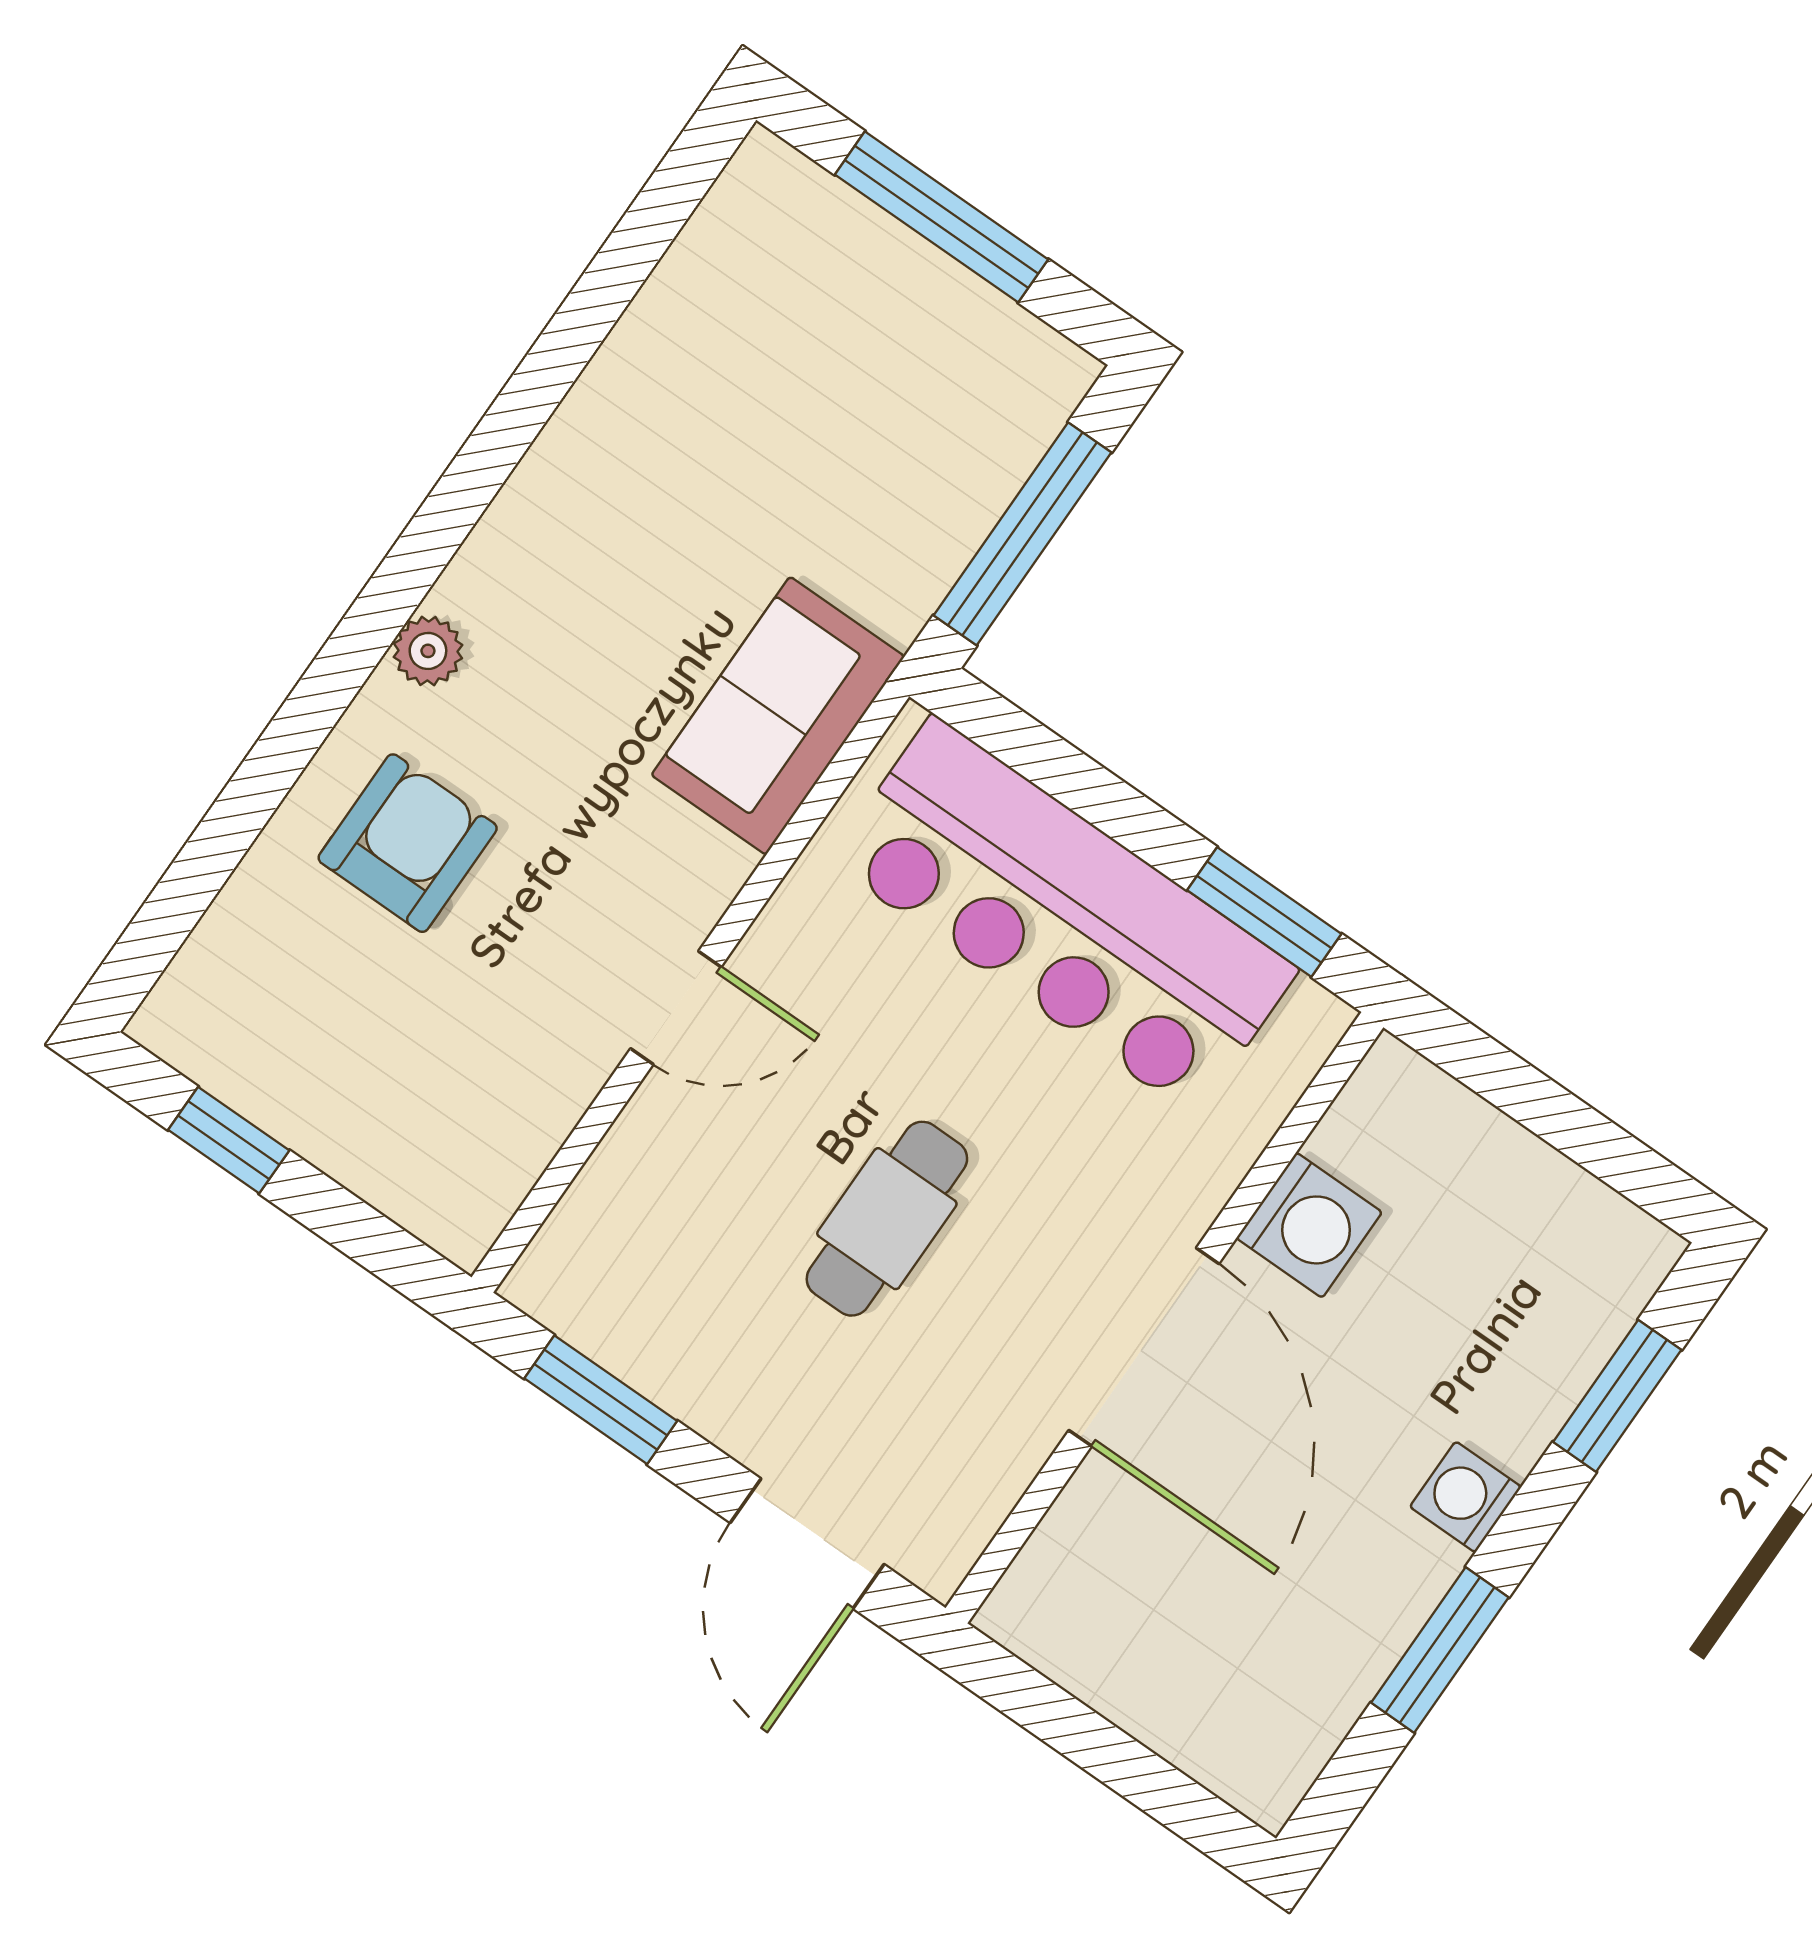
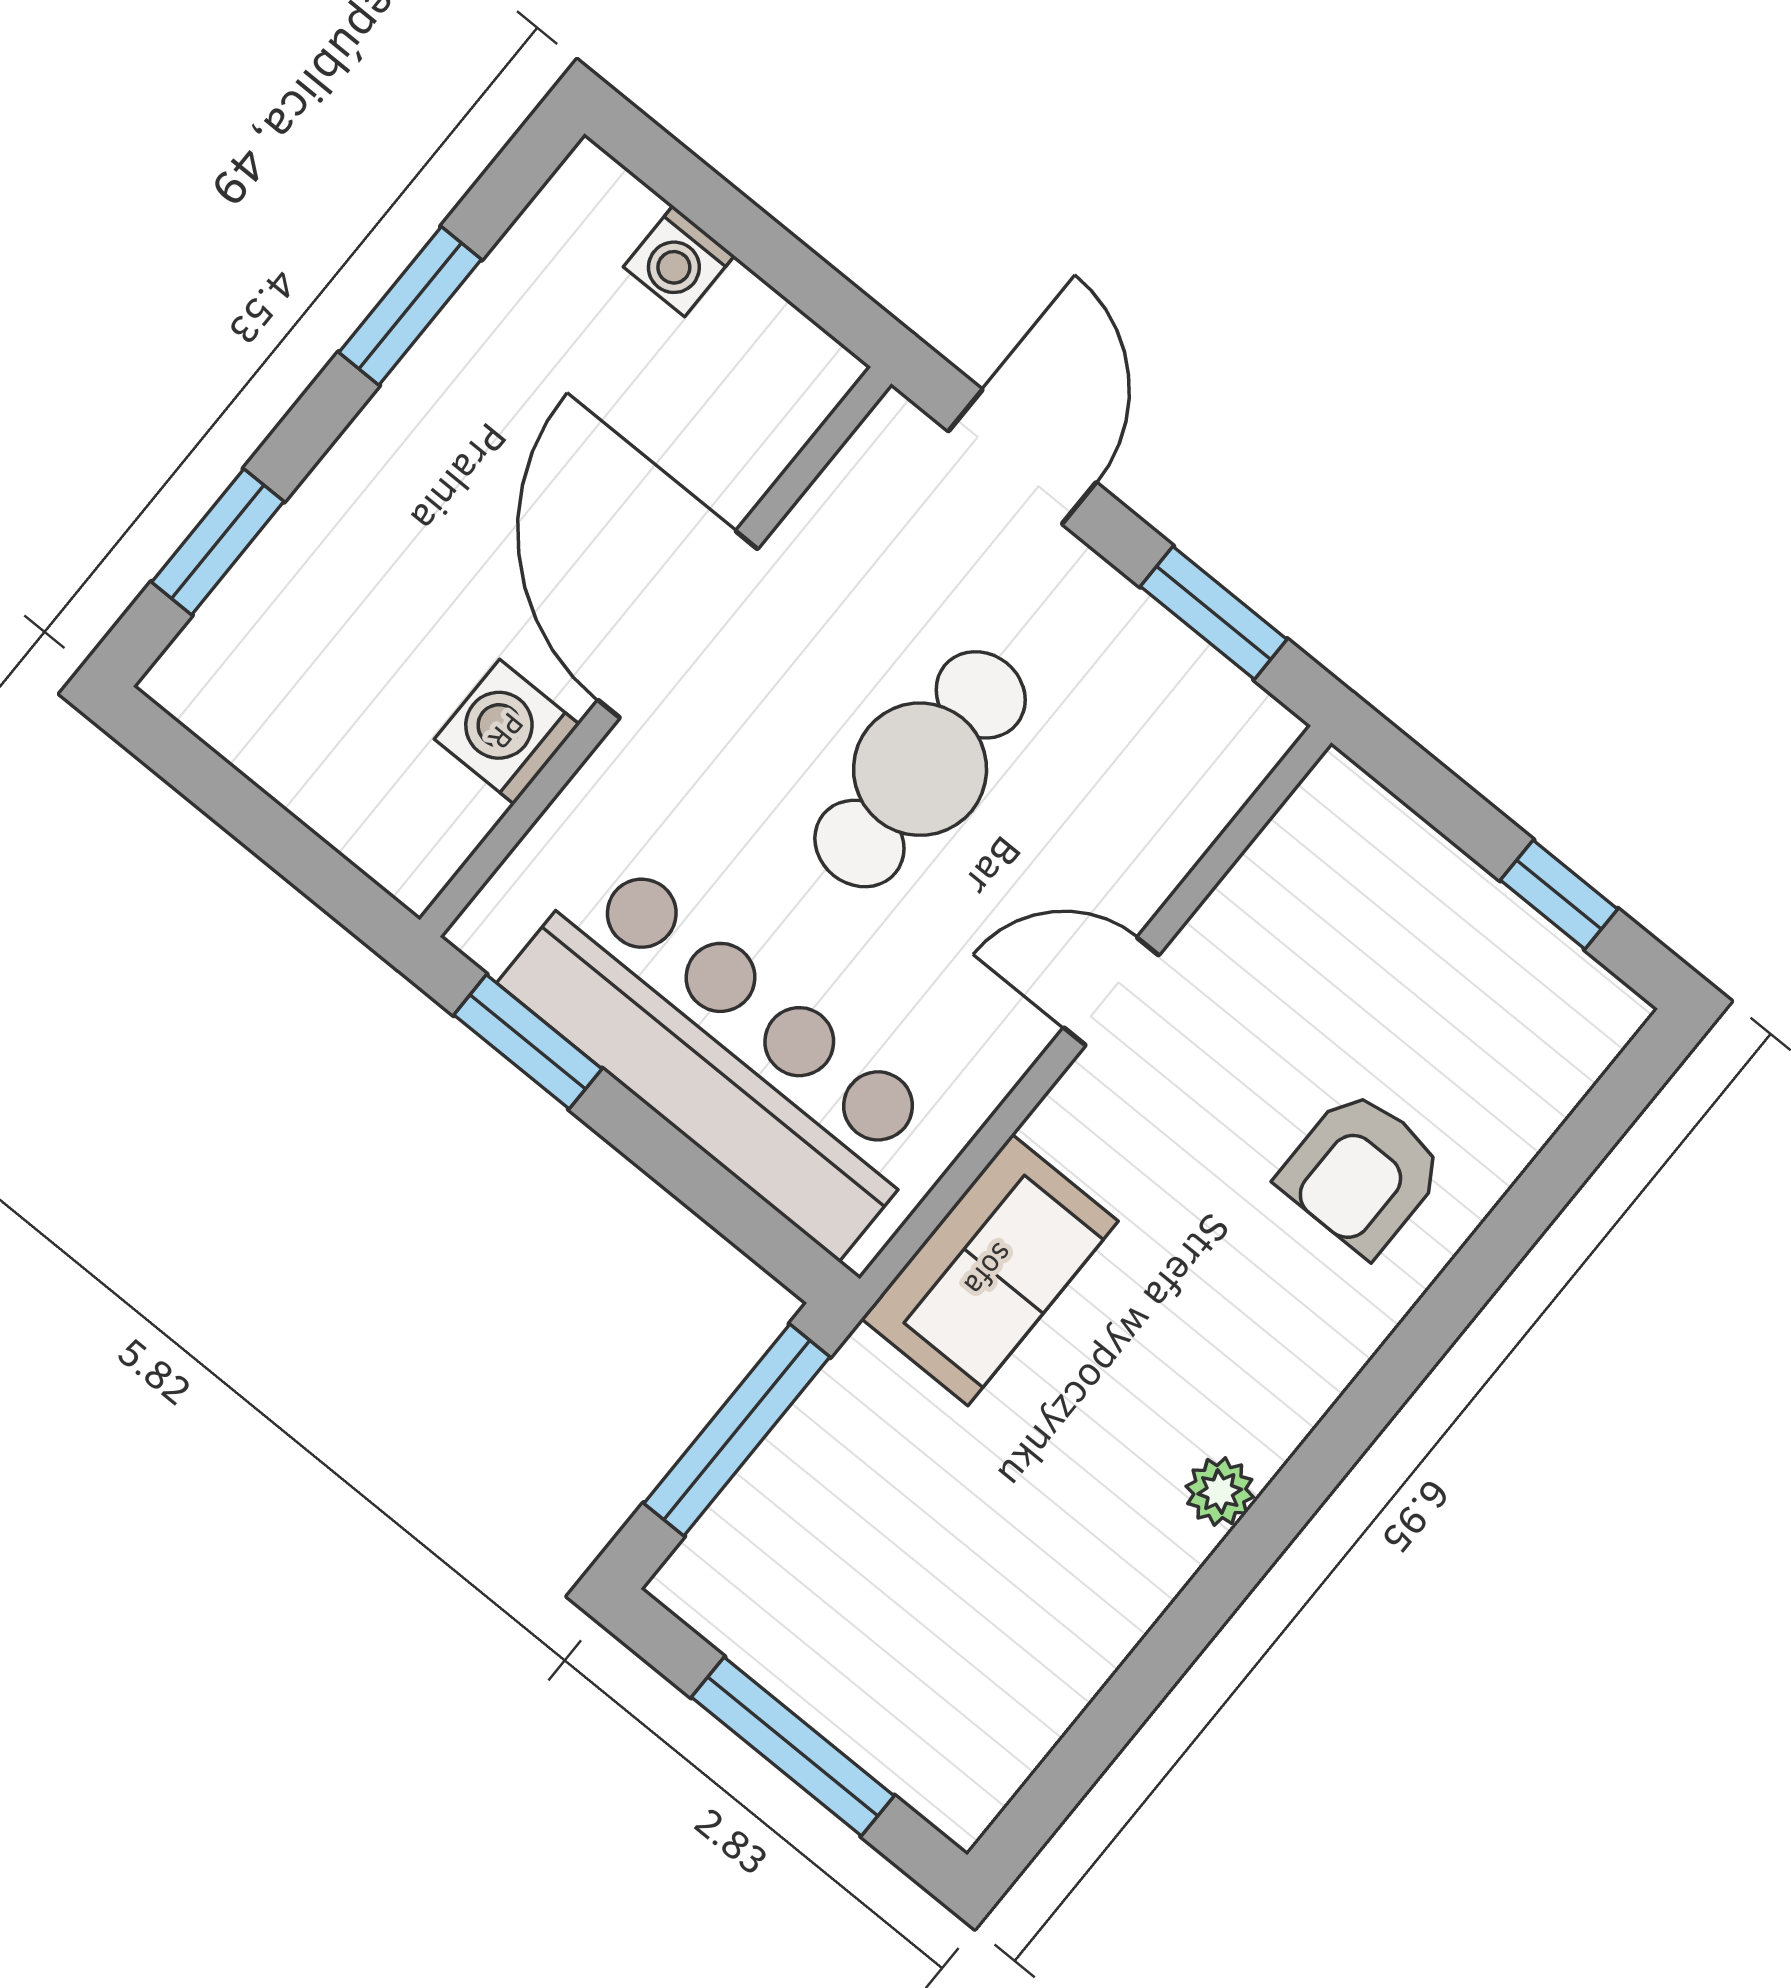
plant: (428, 651) -> (1220, 1492), moved
cafe table: (887, 1219) -> (920, 769), width x1.37, depth x1.35
washing machine: (1466, 1497) -> (679, 261), moved, turned 90

